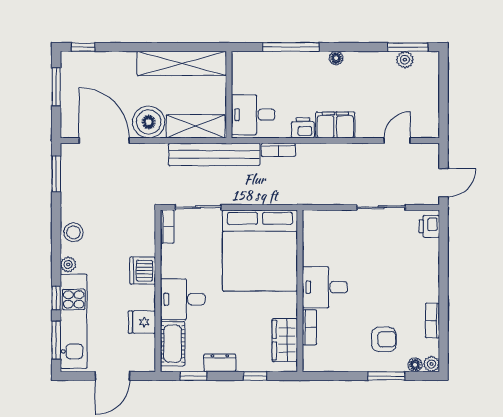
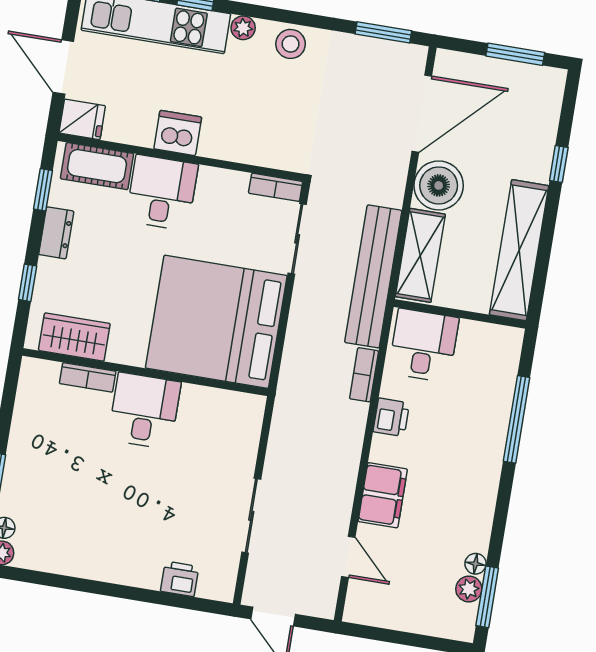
window: (83, 47) -> (559, 164), moved
floor lamp: (336, 58) -> (476, 564), moved
filing cabinet: (335, 125) -> (383, 495), moved
printer: (429, 226) -> (180, 579), moved
dishwasher: (143, 271) -> (178, 133), moved
bookcase: (432, 321) -> (67, 565), removed
fridge: (142, 322) -> (82, 119), moved, turned 90
armchair: (384, 339) -> (51, 487), removed

